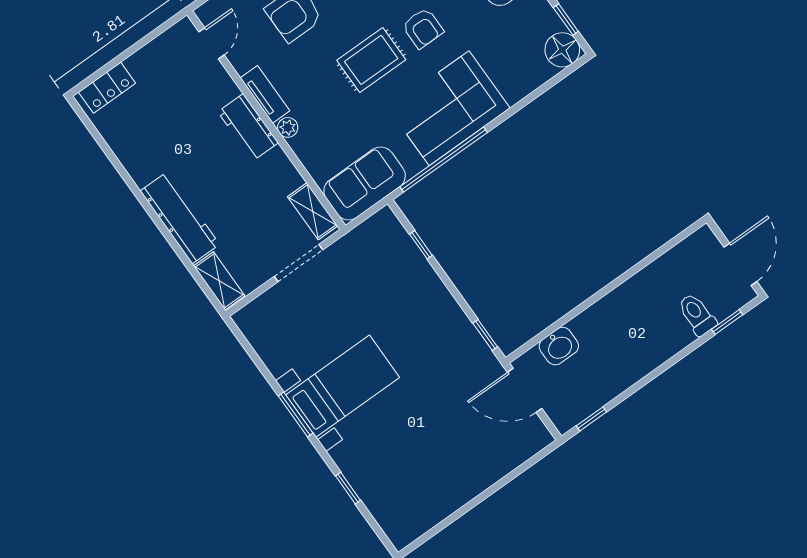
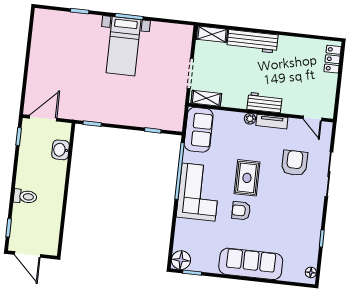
toilet: (697, 314) -> (25, 197), moved
door: (525, 390) -> (43, 118), moved

